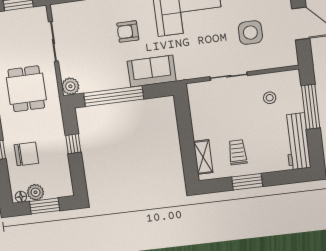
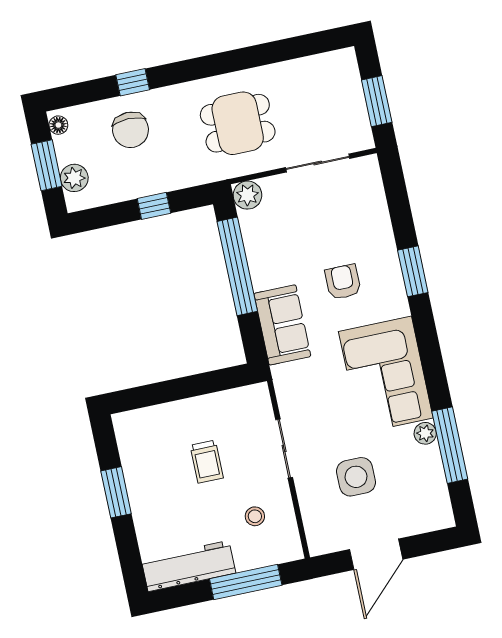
trolley: (238, 152) -> (207, 462), moved, turned 90
shelving: (203, 157) -> (150, 418), removed
plant: (36, 192) -> (74, 178), moved

